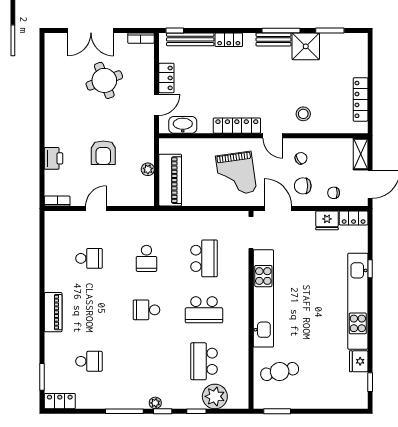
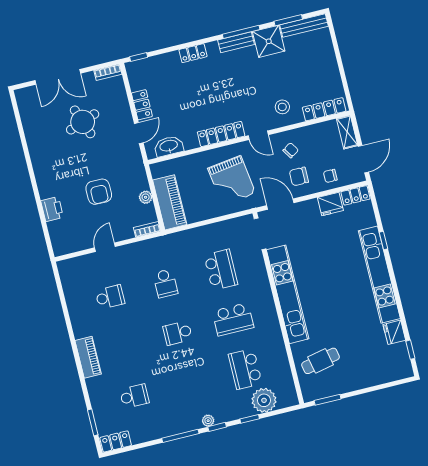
bench: (190, 39) -> (304, 25), moved
locker: (361, 99) -> (324, 109), moved, turned 90
bookcase: (57, 201) -> (147, 229), moved

